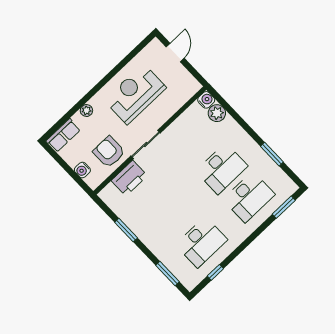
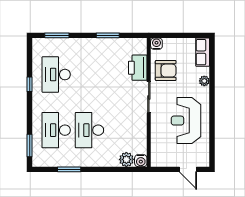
reception desk: (135, 94) -> (186, 121), turned 180
water cooler: (82, 170) -> (156, 44), moved
window: (215, 272) -> (30, 84), moved

